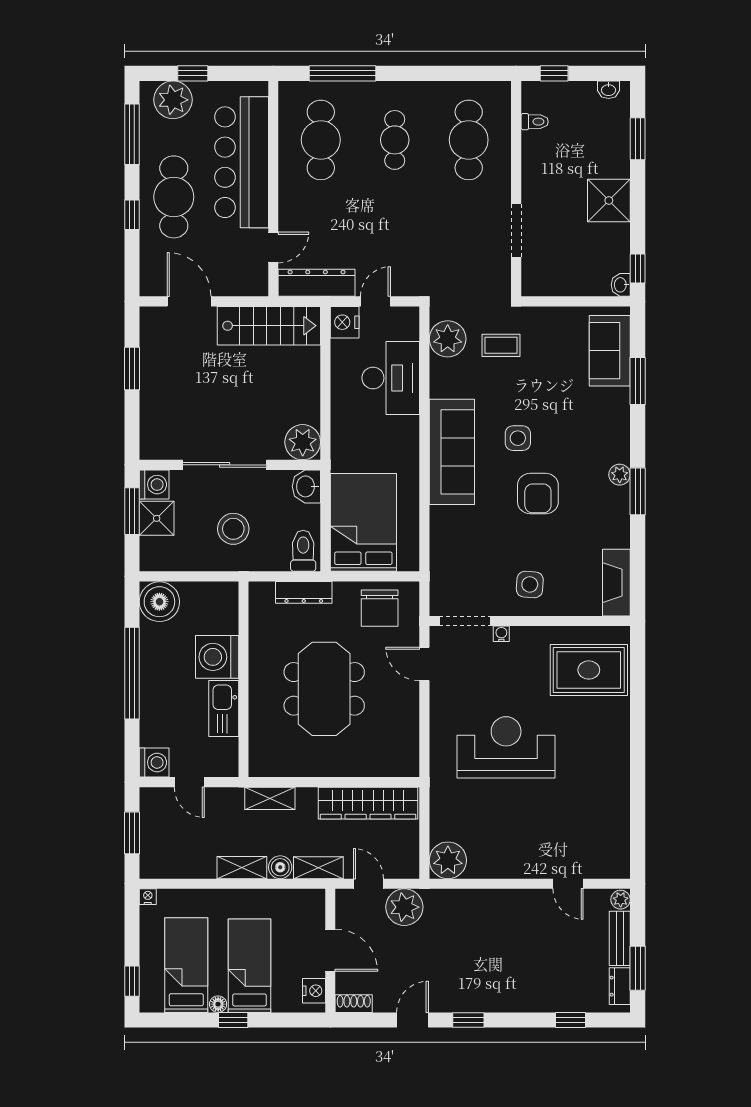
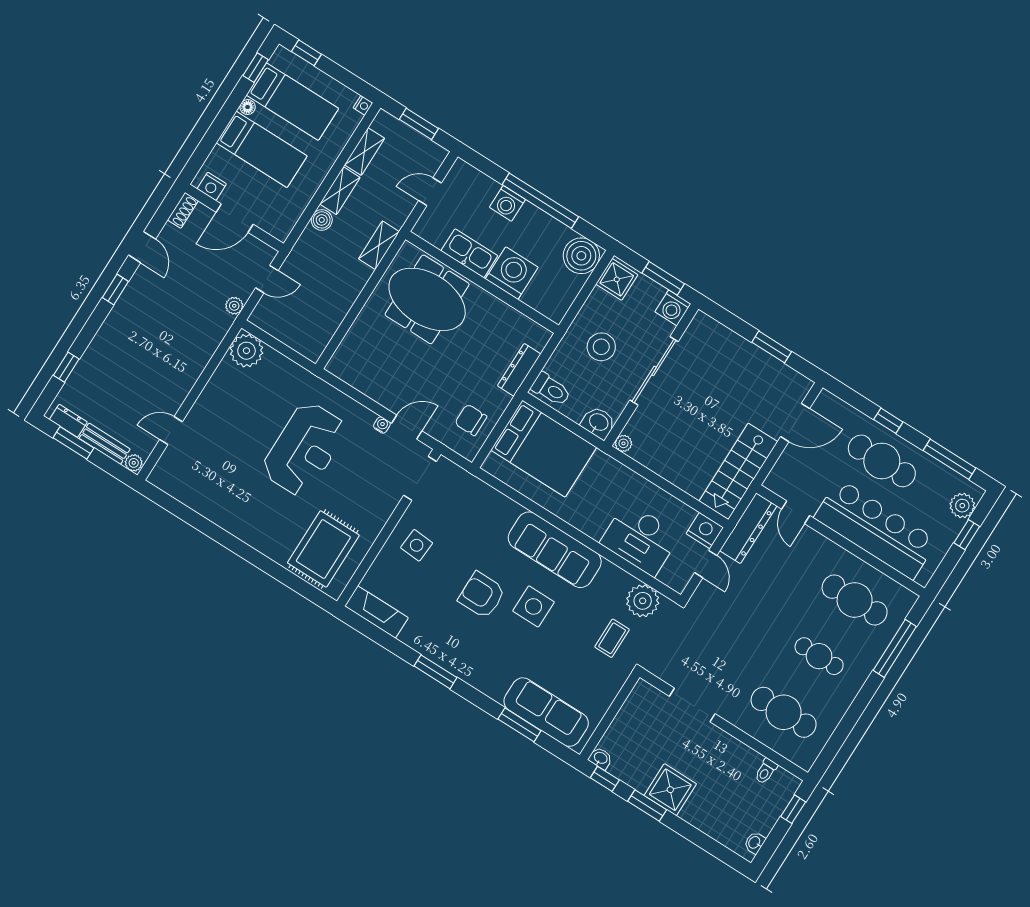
plant: (173, 100) -> (962, 506), width x0.73, depth x0.73
window: (638, 139) -> (647, 806), moved
sofa: (610, 351) -> (546, 712), width x1.36
side table: (518, 438) -> (534, 606), width x1.37, depth x1.37
plant: (303, 442) -> (623, 443), width x0.53, depth x0.53
plant: (620, 475) -> (457, 666), removed
shower: (157, 518) -> (617, 279), moved
chair: (380, 608) -> (471, 420), width x0.73, depth x0.73
water cooler: (501, 634) -> (382, 425), moved, turned -90
meeting table: (324, 689) -> (427, 299), moved
washing machine: (154, 762) -> (507, 203), moved
wardrobe: (368, 803) -> (328, 317), removed
shelving: (318, 868) -> (365, 152), moved
plant: (404, 907) -> (234, 306), width x0.53, depth x0.53
window: (233, 1020) -> (256, 68), moved

